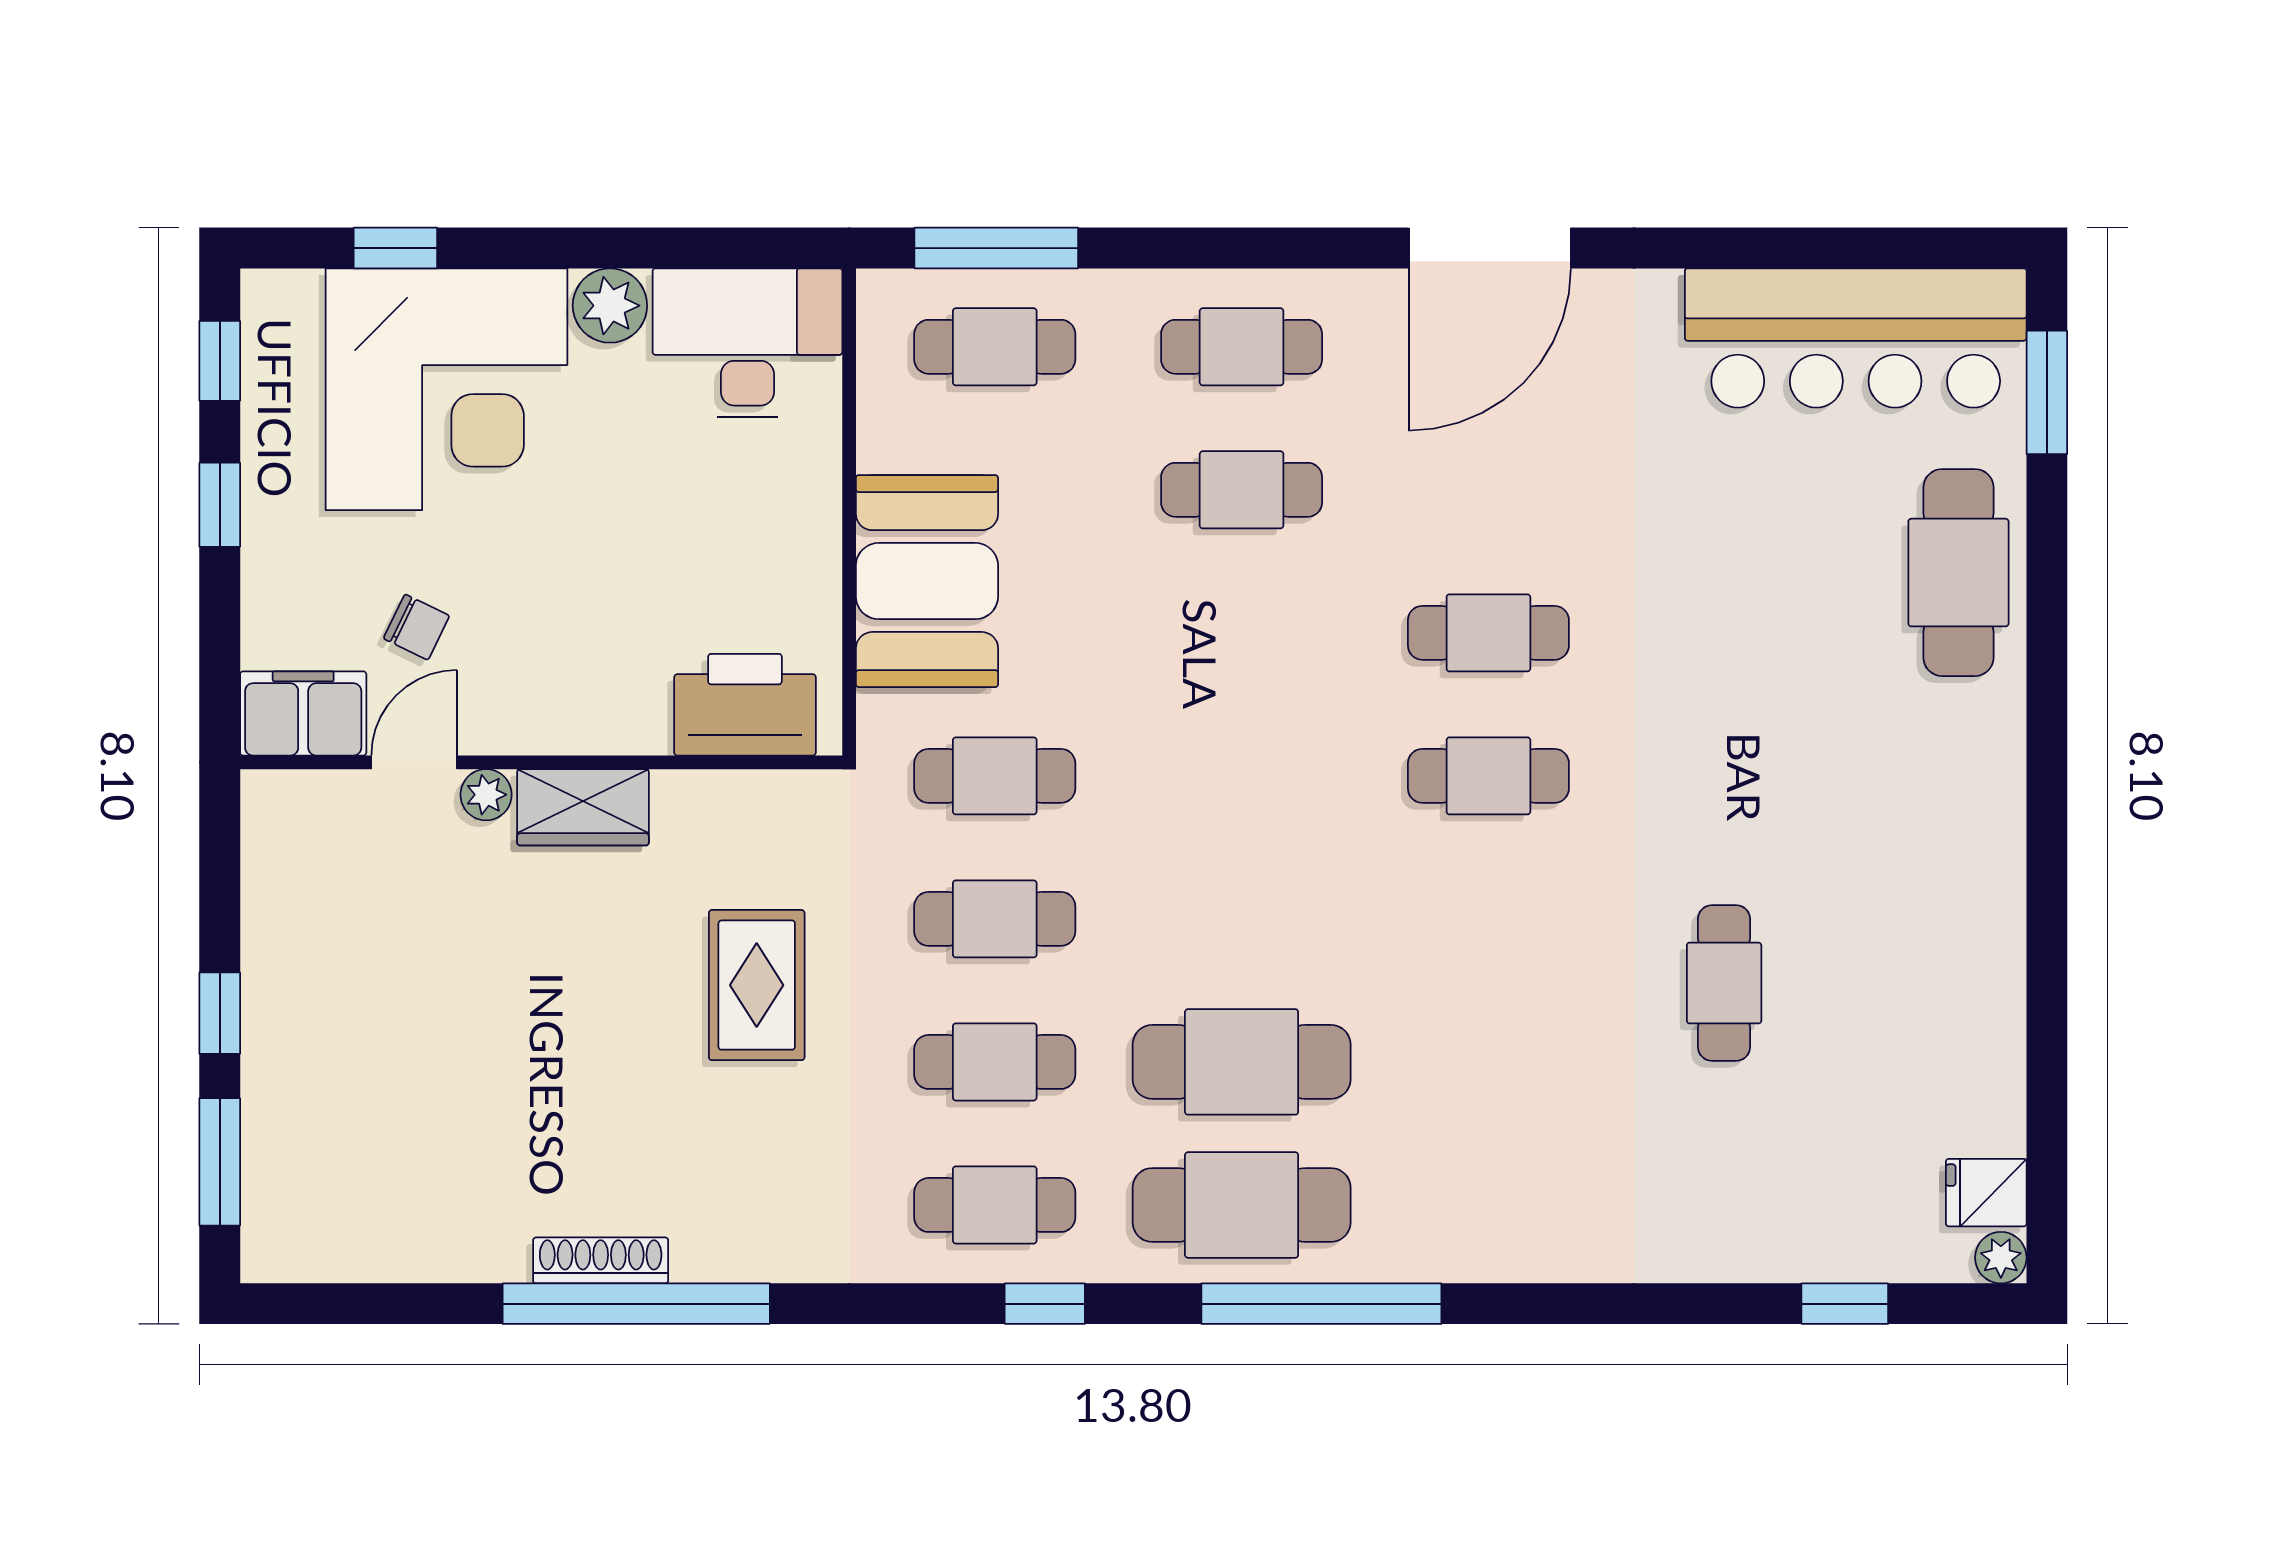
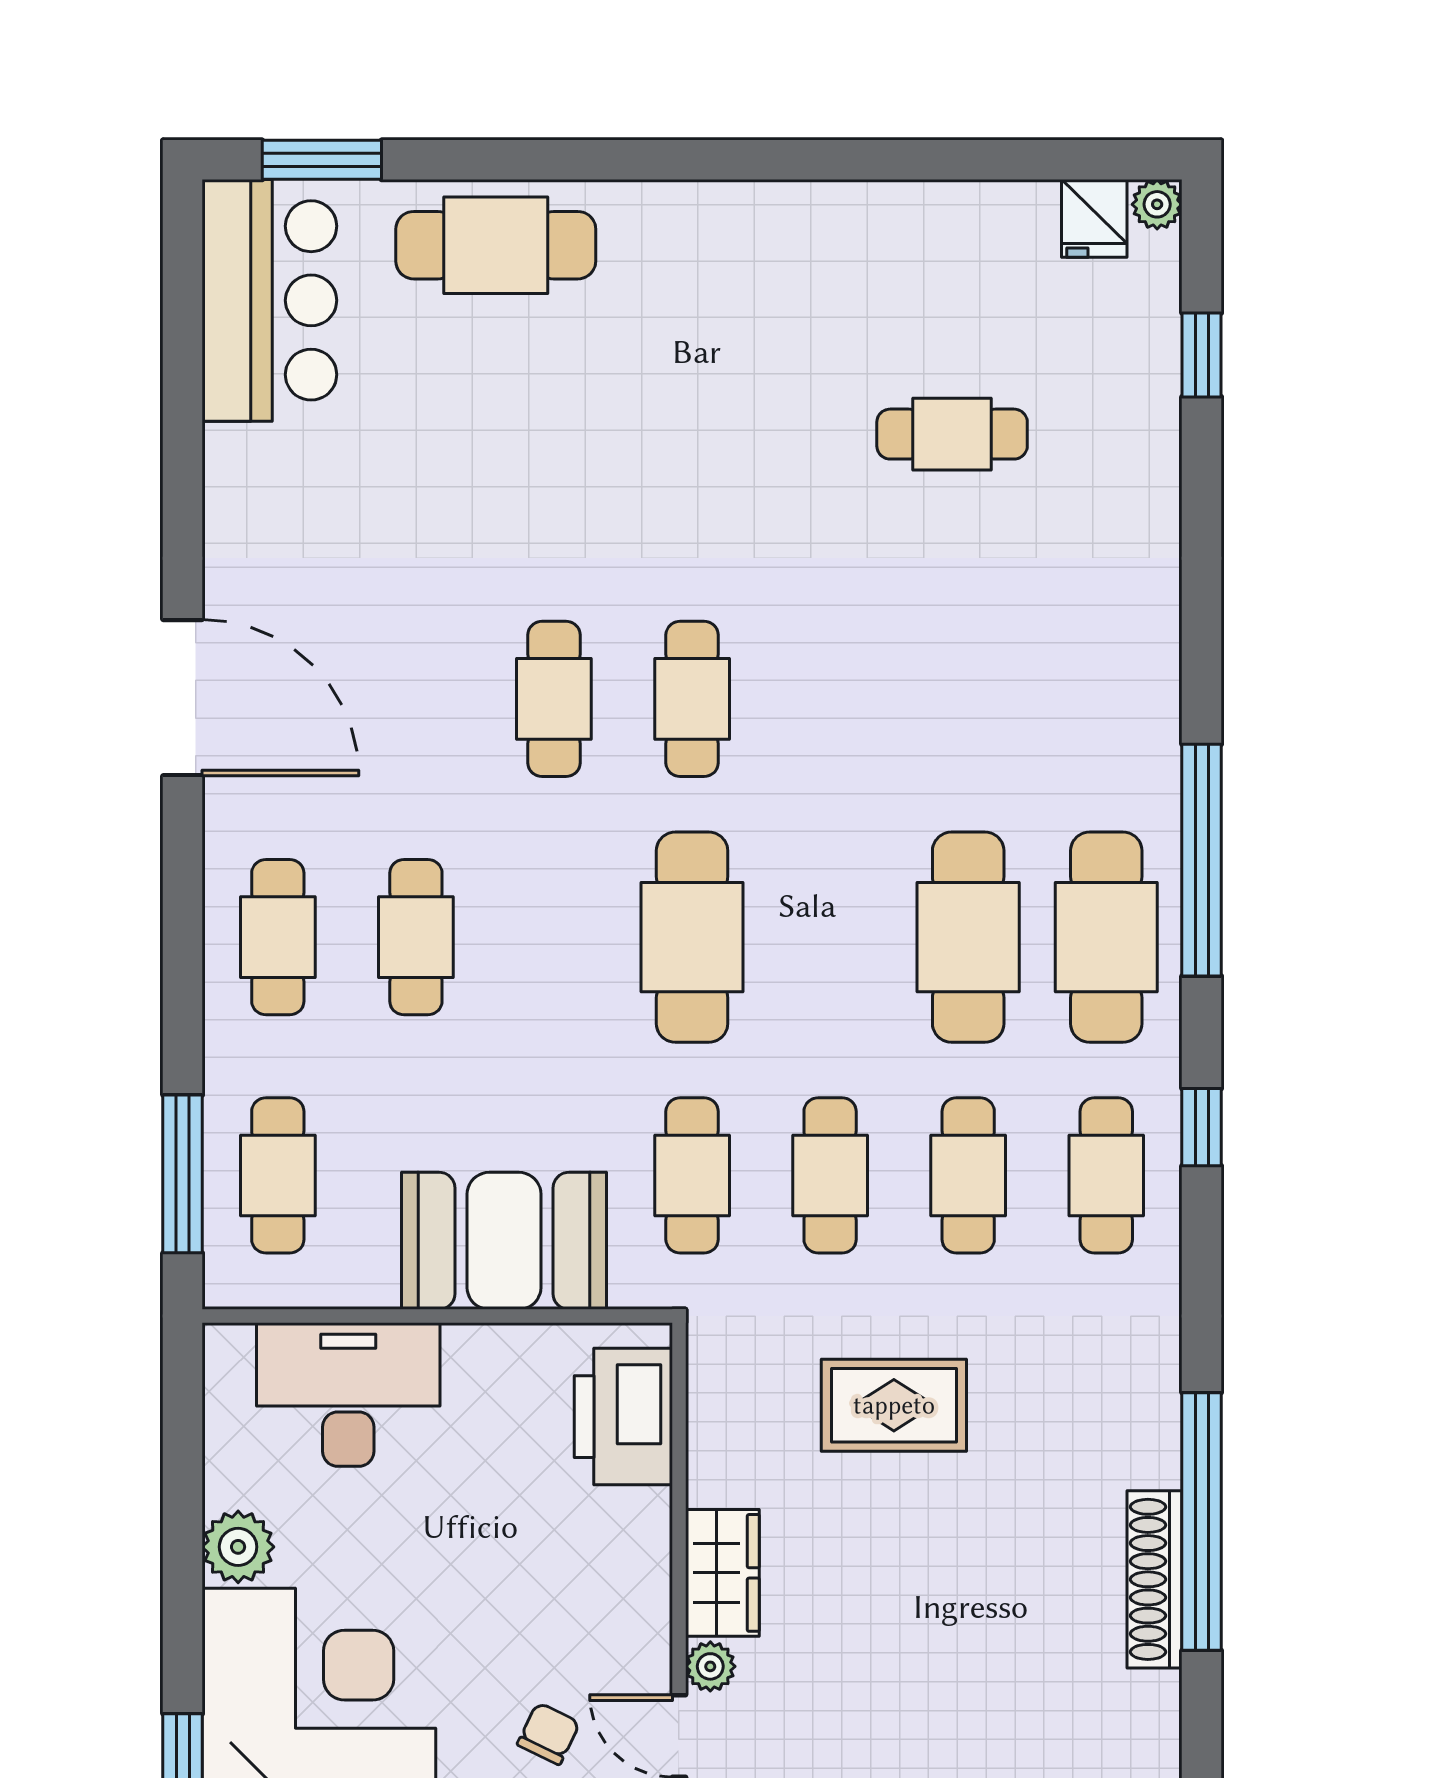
bar counter: (1856, 338) -> (269, 300), width x0.73
desk: (747, 343) -> (348, 1395), moved, turned 90
cafe table: (1242, 776) -> (692, 937), added
cafe table: (1724, 983) -> (952, 434), moved
shoe rack: (601, 1260) -> (1155, 1579), width x1.36, depth x1.24

